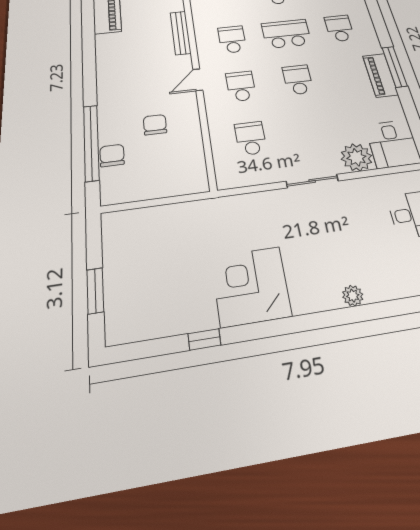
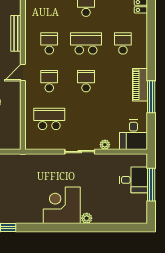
window: (394, 67) -> (151, 97), moved
school desk: (251, 138) -> (49, 119), width x1.85
plant: (356, 157) -> (105, 145), width x0.53, depth x0.53
corner desk: (251, 286) -> (62, 205), moved

